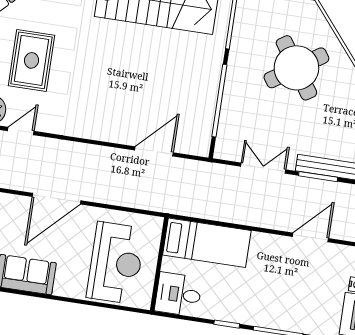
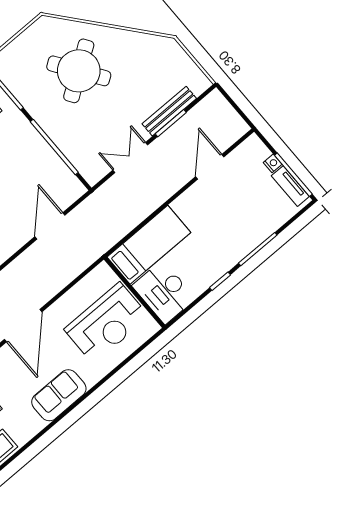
reception desk: (116, 263) -> (107, 323), turned 90
desk: (178, 294) -> (164, 292), width x1.37

